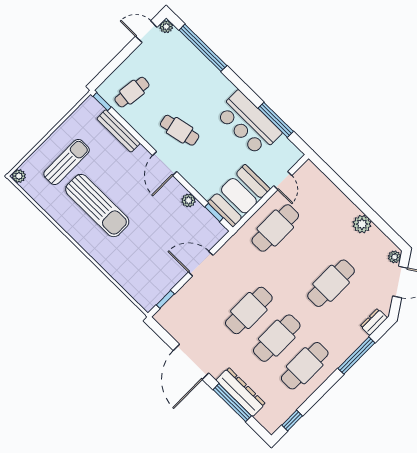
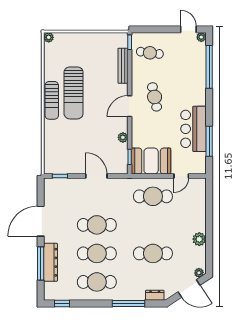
sun lounger: (67, 162) -> (52, 100), moved, turned 90

